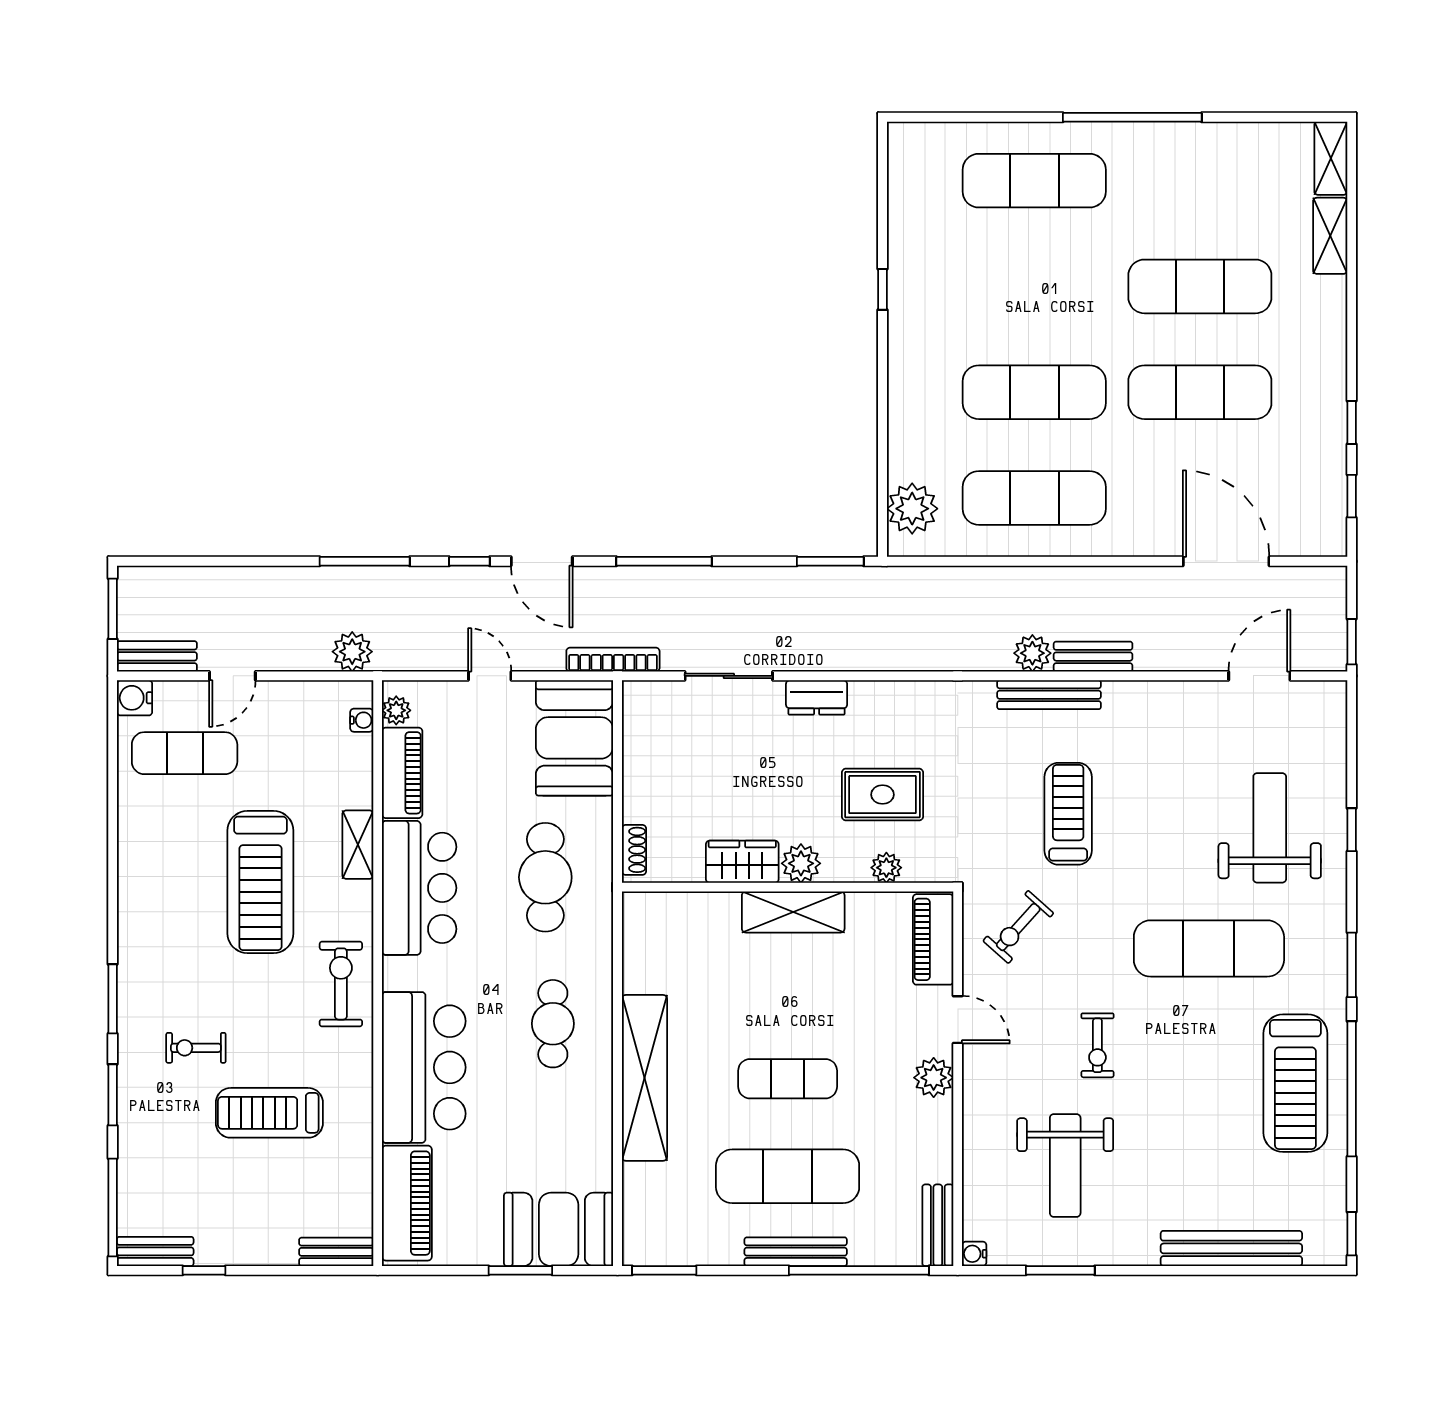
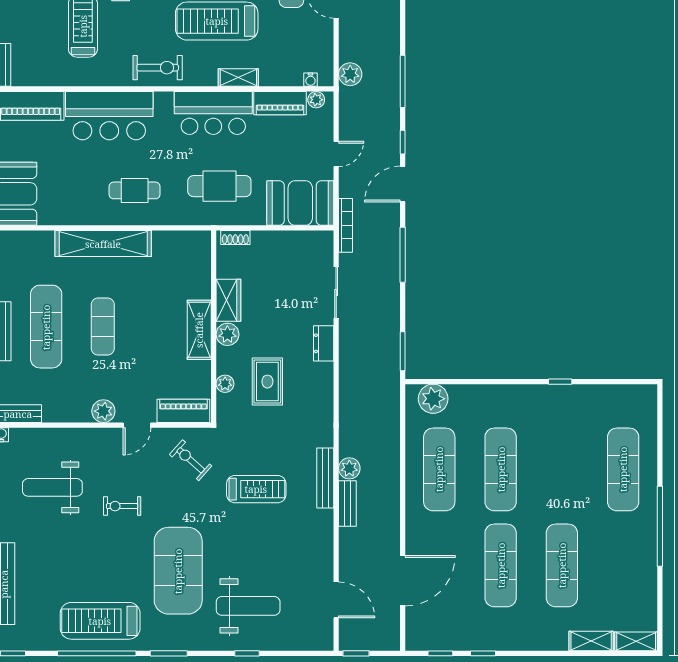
exercise mat: (1209, 948) -> (178, 571), width x1.47

